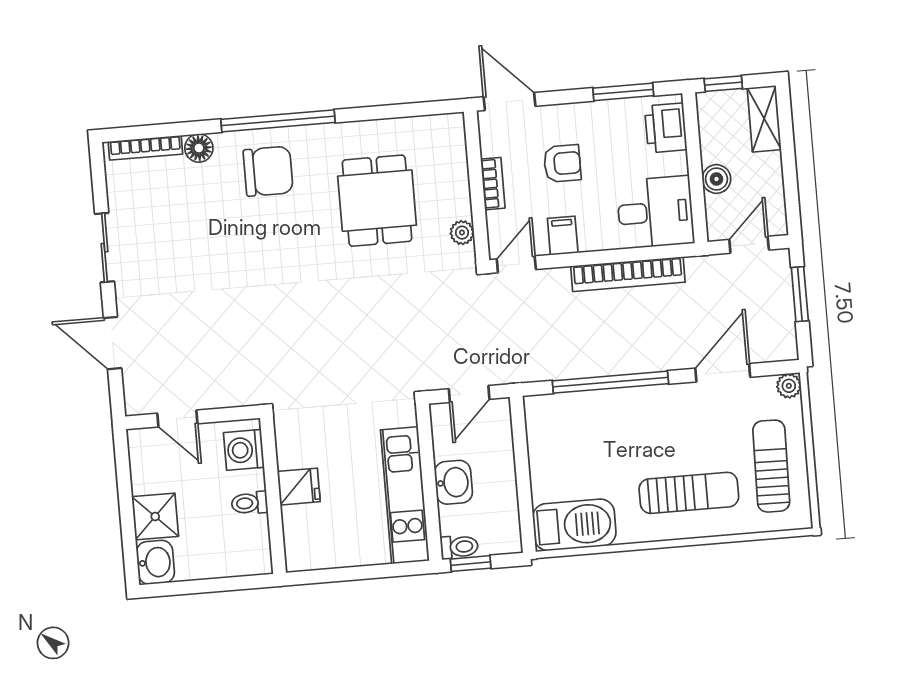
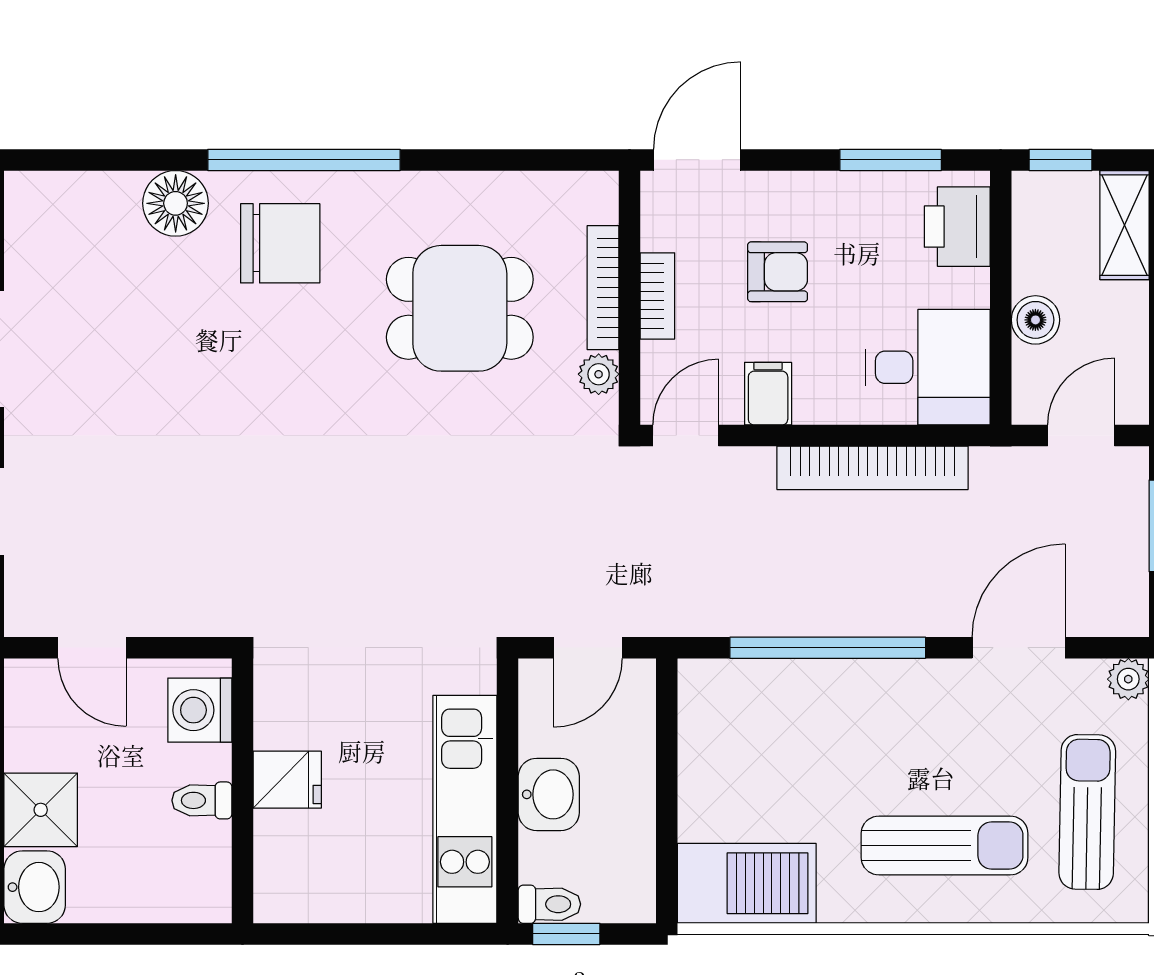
door: (509, 102) -> (697, 160), hinge flipped
bookcase: (145, 148) -> (603, 288), moved, turned 90
floor lamp: (199, 148) -> (176, 203), width x1.38, depth x1.38
dining table: (377, 201) -> (460, 308), turned 90

